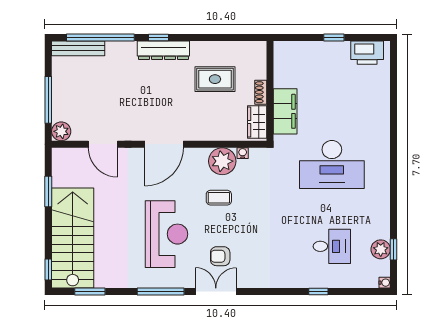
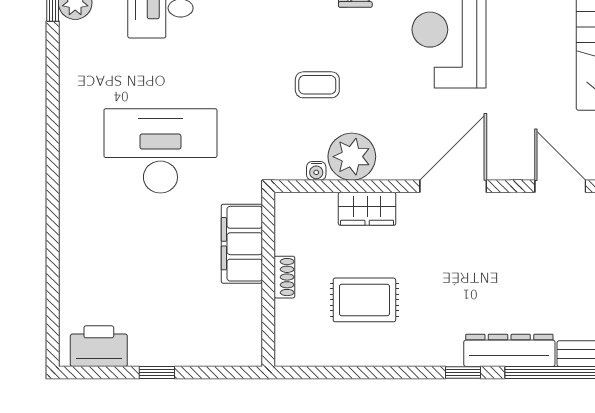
dresser: (163, 50) -> (509, 350), moved
wardrobe: (257, 122) -> (367, 209), moved, turned 90
coffee table: (219, 198) -> (317, 85), moved

